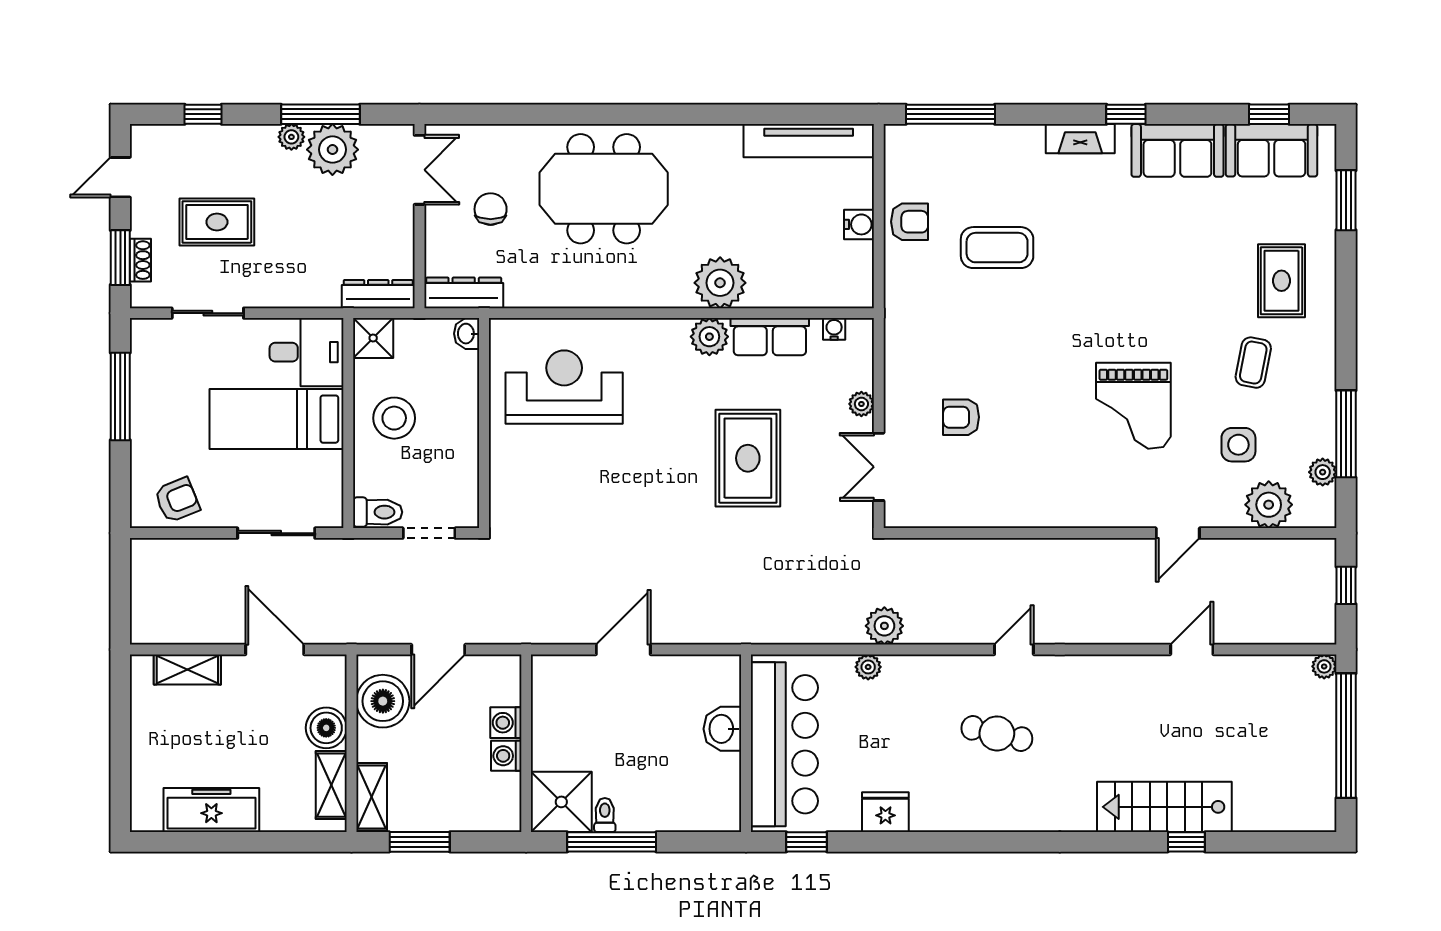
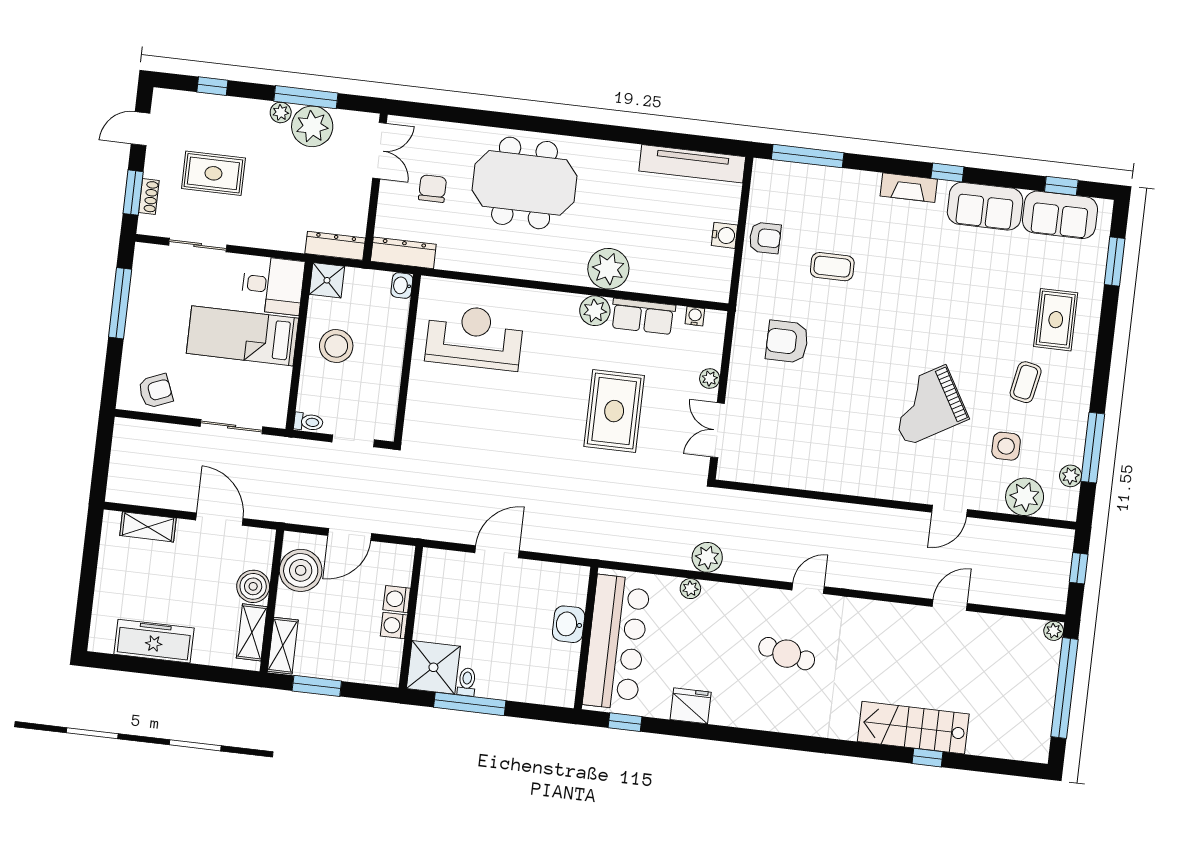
coffee table: (997, 248) -> (832, 267), width x0.73, depth x0.77
grand piano: (1133, 406) -> (926, 405), turned 60
armchair: (961, 417) -> (787, 342), moved, width x1.38, depth x1.38
toilet: (378, 512) -> (308, 422), width x0.73, depth x0.72

